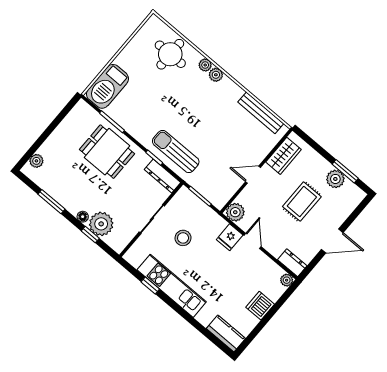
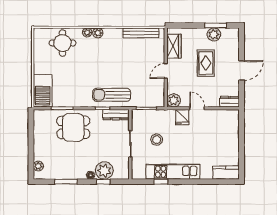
plant: (287, 280) -> (235, 114), removed
dishwasher: (260, 306) -> (232, 141), removed

